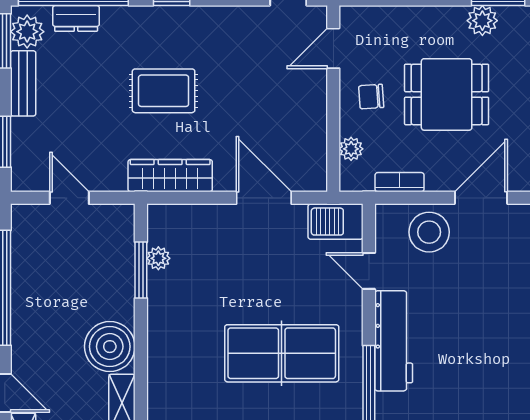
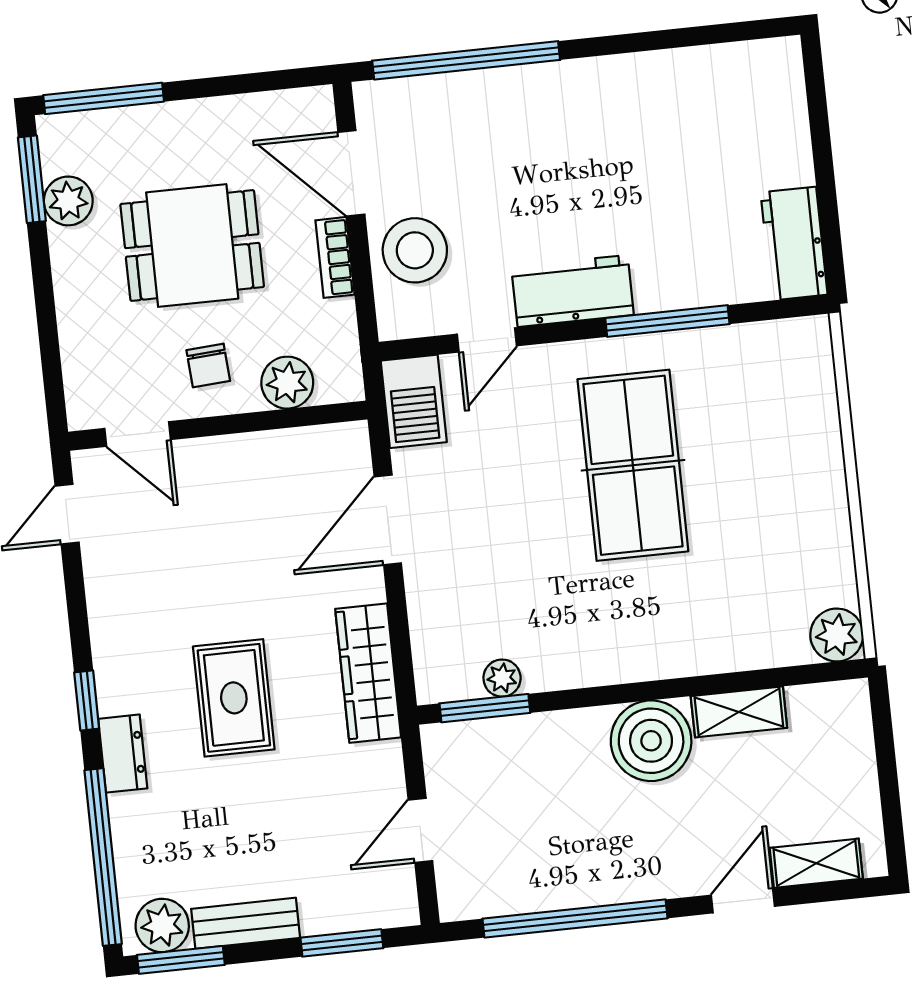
dresser: (76, 18) -> (123, 754), moved
dining table: (447, 94) -> (192, 246), turned 90
plant: (351, 149) -> (287, 383), width x1.38, depth x1.38
bookcase: (400, 182) -> (335, 257), moved
window: (141, 270) -> (485, 708), moved
workbench: (394, 341) -> (573, 291), width x0.73

